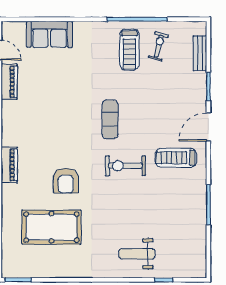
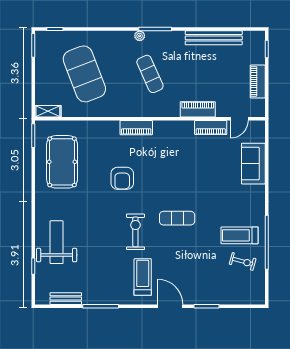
bench: (200, 53) -> (66, 299), moved
armchair: (66, 181) -> (122, 178), turned -90
pool table: (51, 227) -> (62, 162), moved
weight bench: (137, 254) -> (57, 242), width x1.36, depth x1.33

